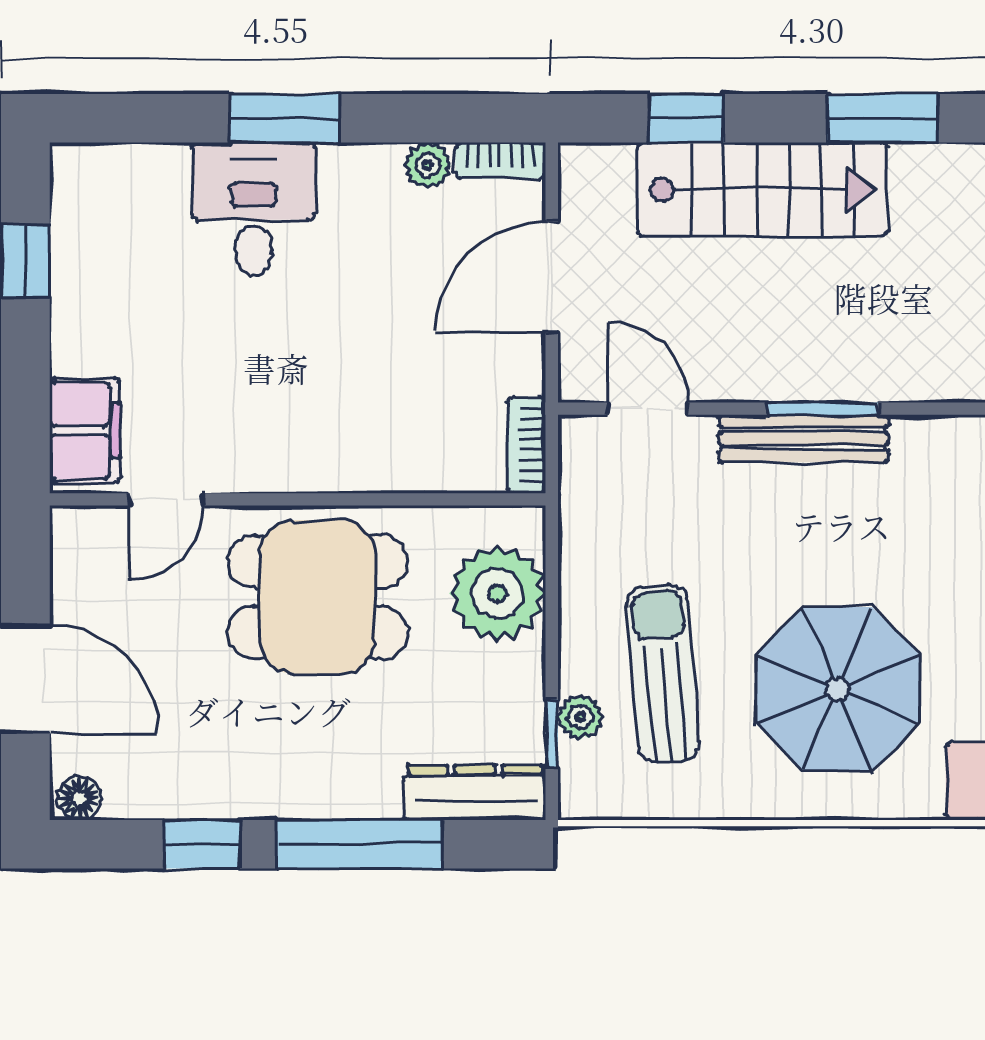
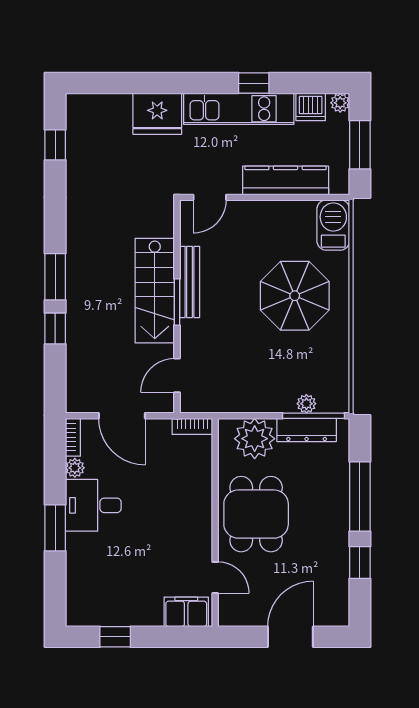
window: (687, 118) -> (55, 329), moved
stairs: (762, 190) -> (155, 291), moved, turned 180
desk: (254, 209) -> (93, 505), moved
bench: (803, 438) -> (190, 282), moved
sun lounger: (663, 674) -> (288, 369), removed
window: (552, 734) -> (314, 416), width x2.17
dresser: (475, 792) -> (307, 430), moved, turned -90
floor lamp: (79, 798) -> (341, 614), removed

